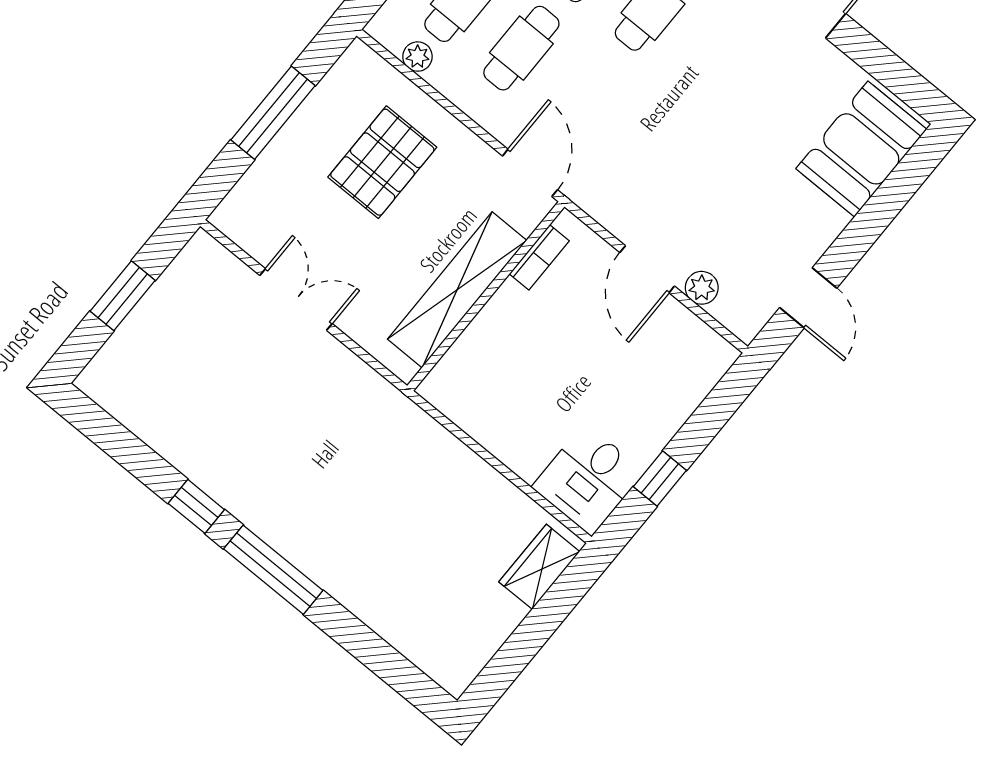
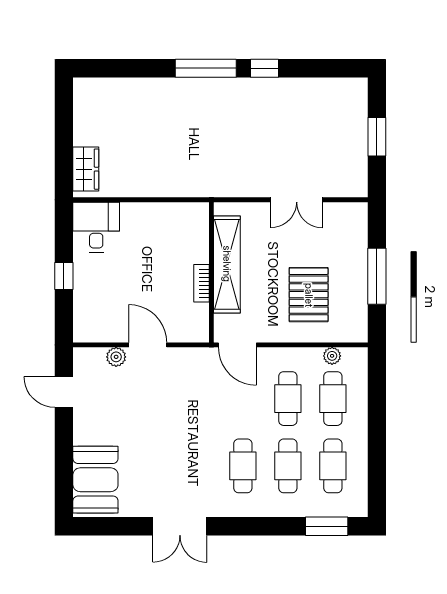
bookcase: (539, 257) -> (201, 283), moved
window: (660, 478) -> (64, 276), moved

